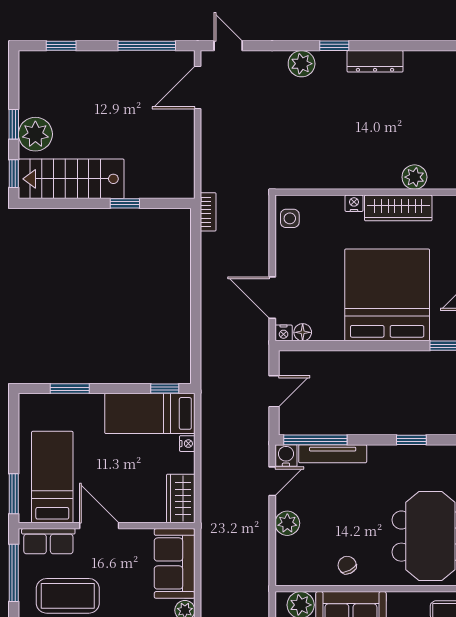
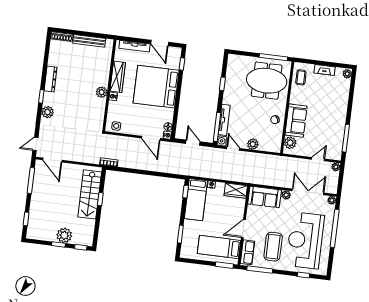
plant: (414, 177) -> (102, 92), moved
stairs: (71, 179) -> (90, 194), moved
door: (272, 298) -> (151, 138), hinge flipped

